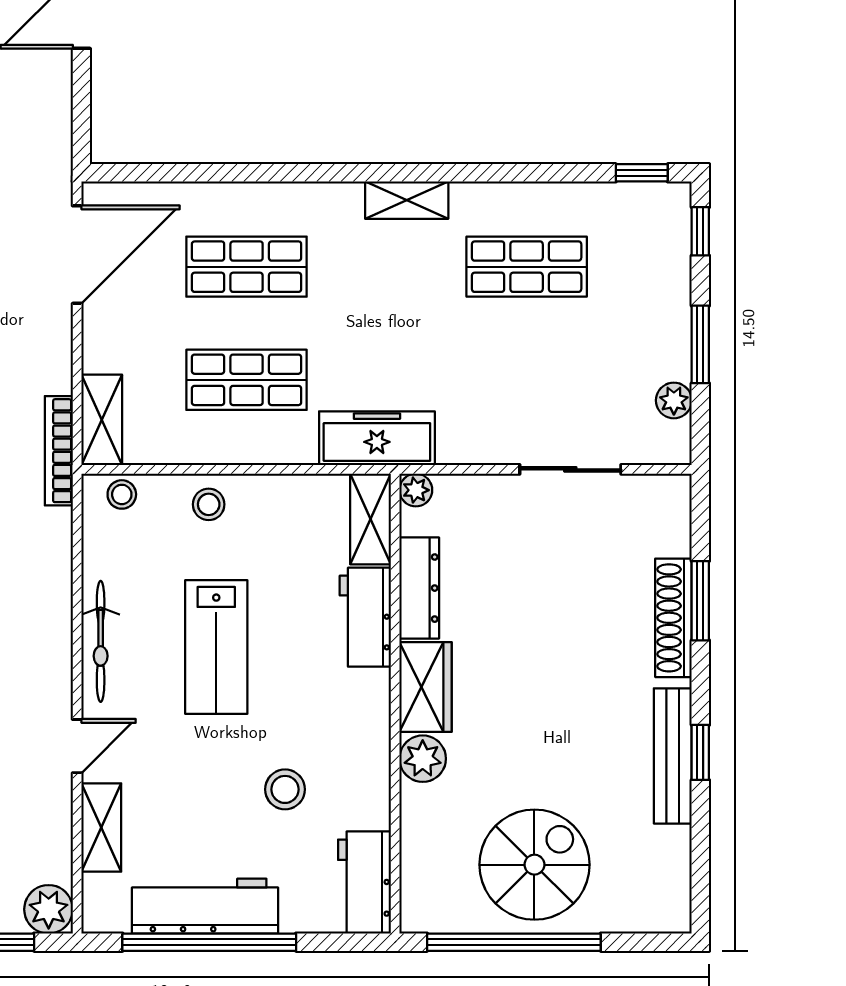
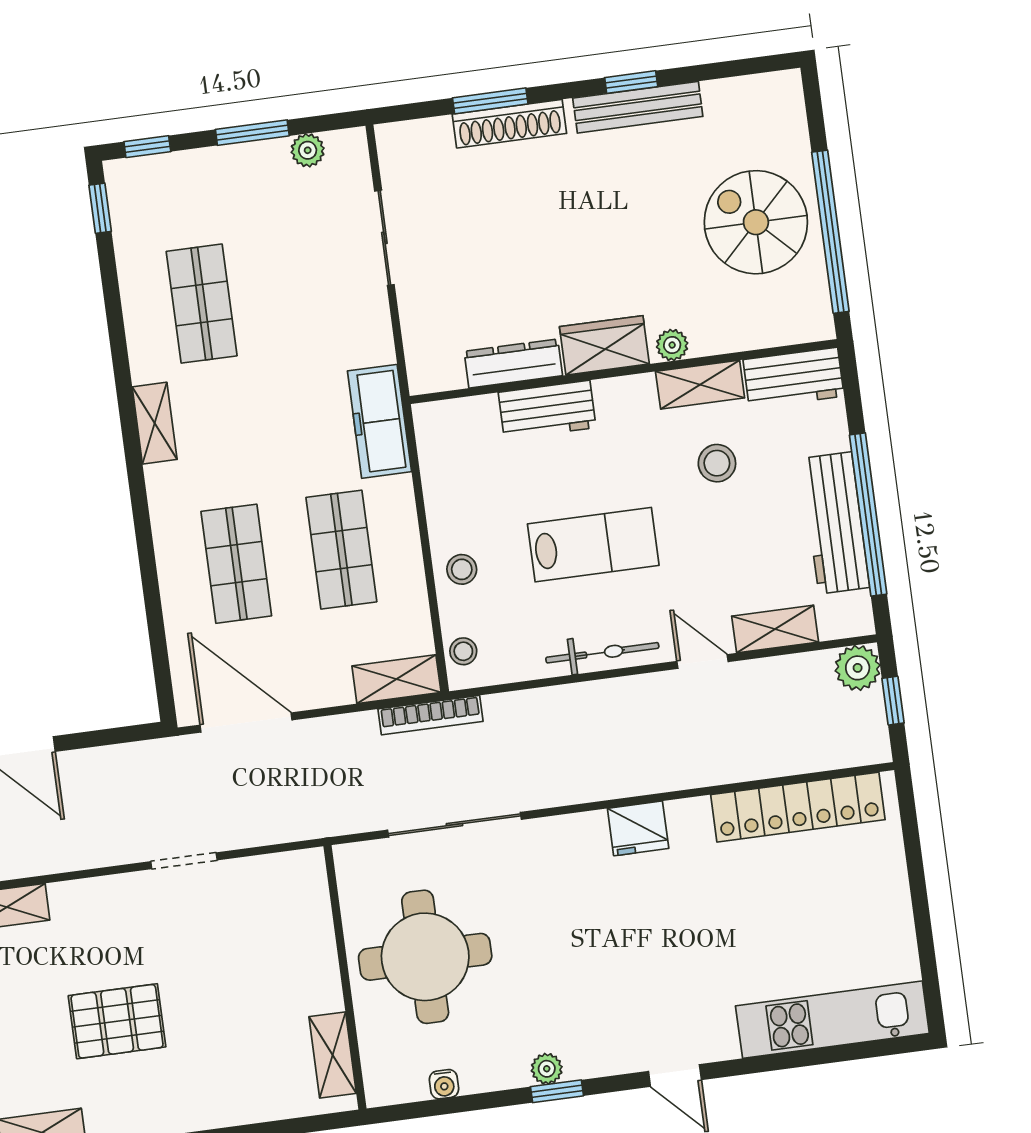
plant: (416, 490) -> (423, 379), removed
shelving: (370, 519) -> (700, 385), moved
plant: (423, 759) -> (672, 345), width x0.73, depth x0.73

